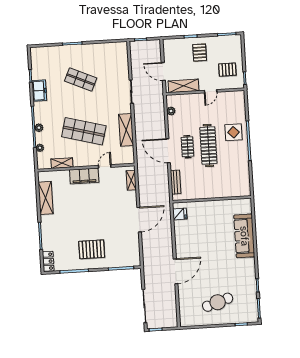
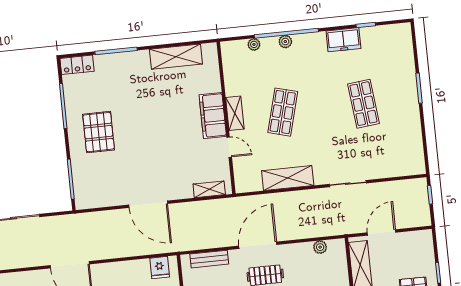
shop shelf: (81, 79) -> (363, 104), turned -30
shop shelf: (84, 131) -> (283, 112), width x0.70, depth x0.74
shelving: (62, 163) -> (235, 113), moved

